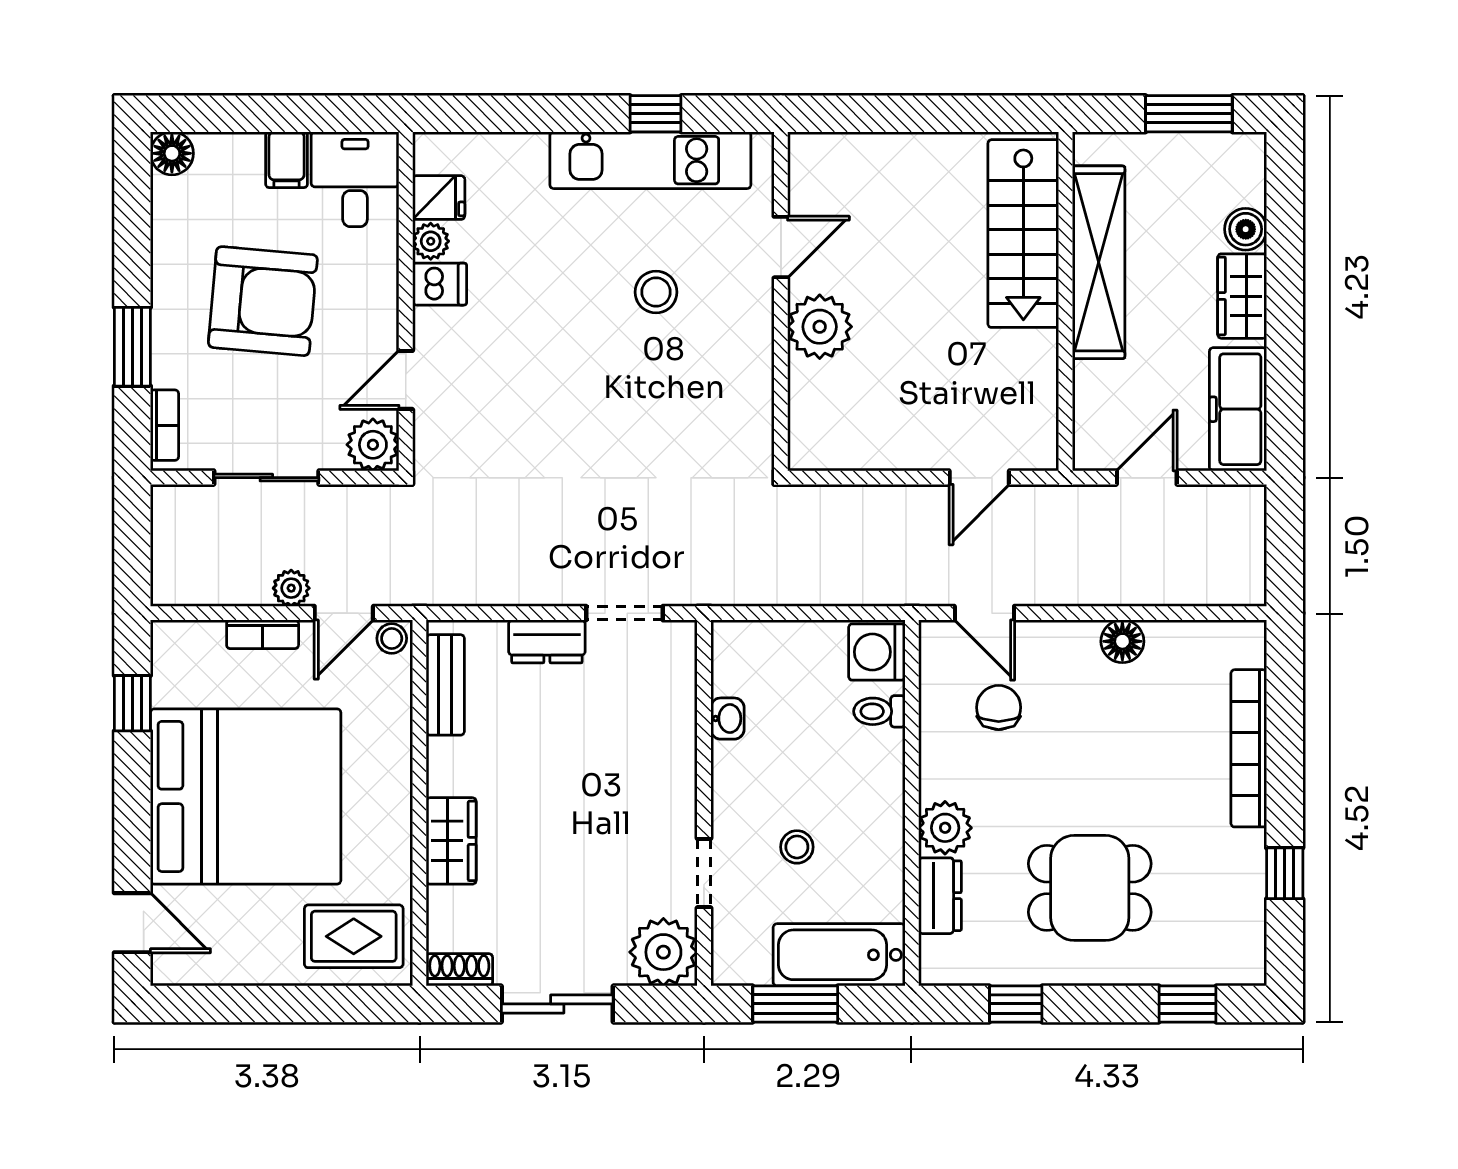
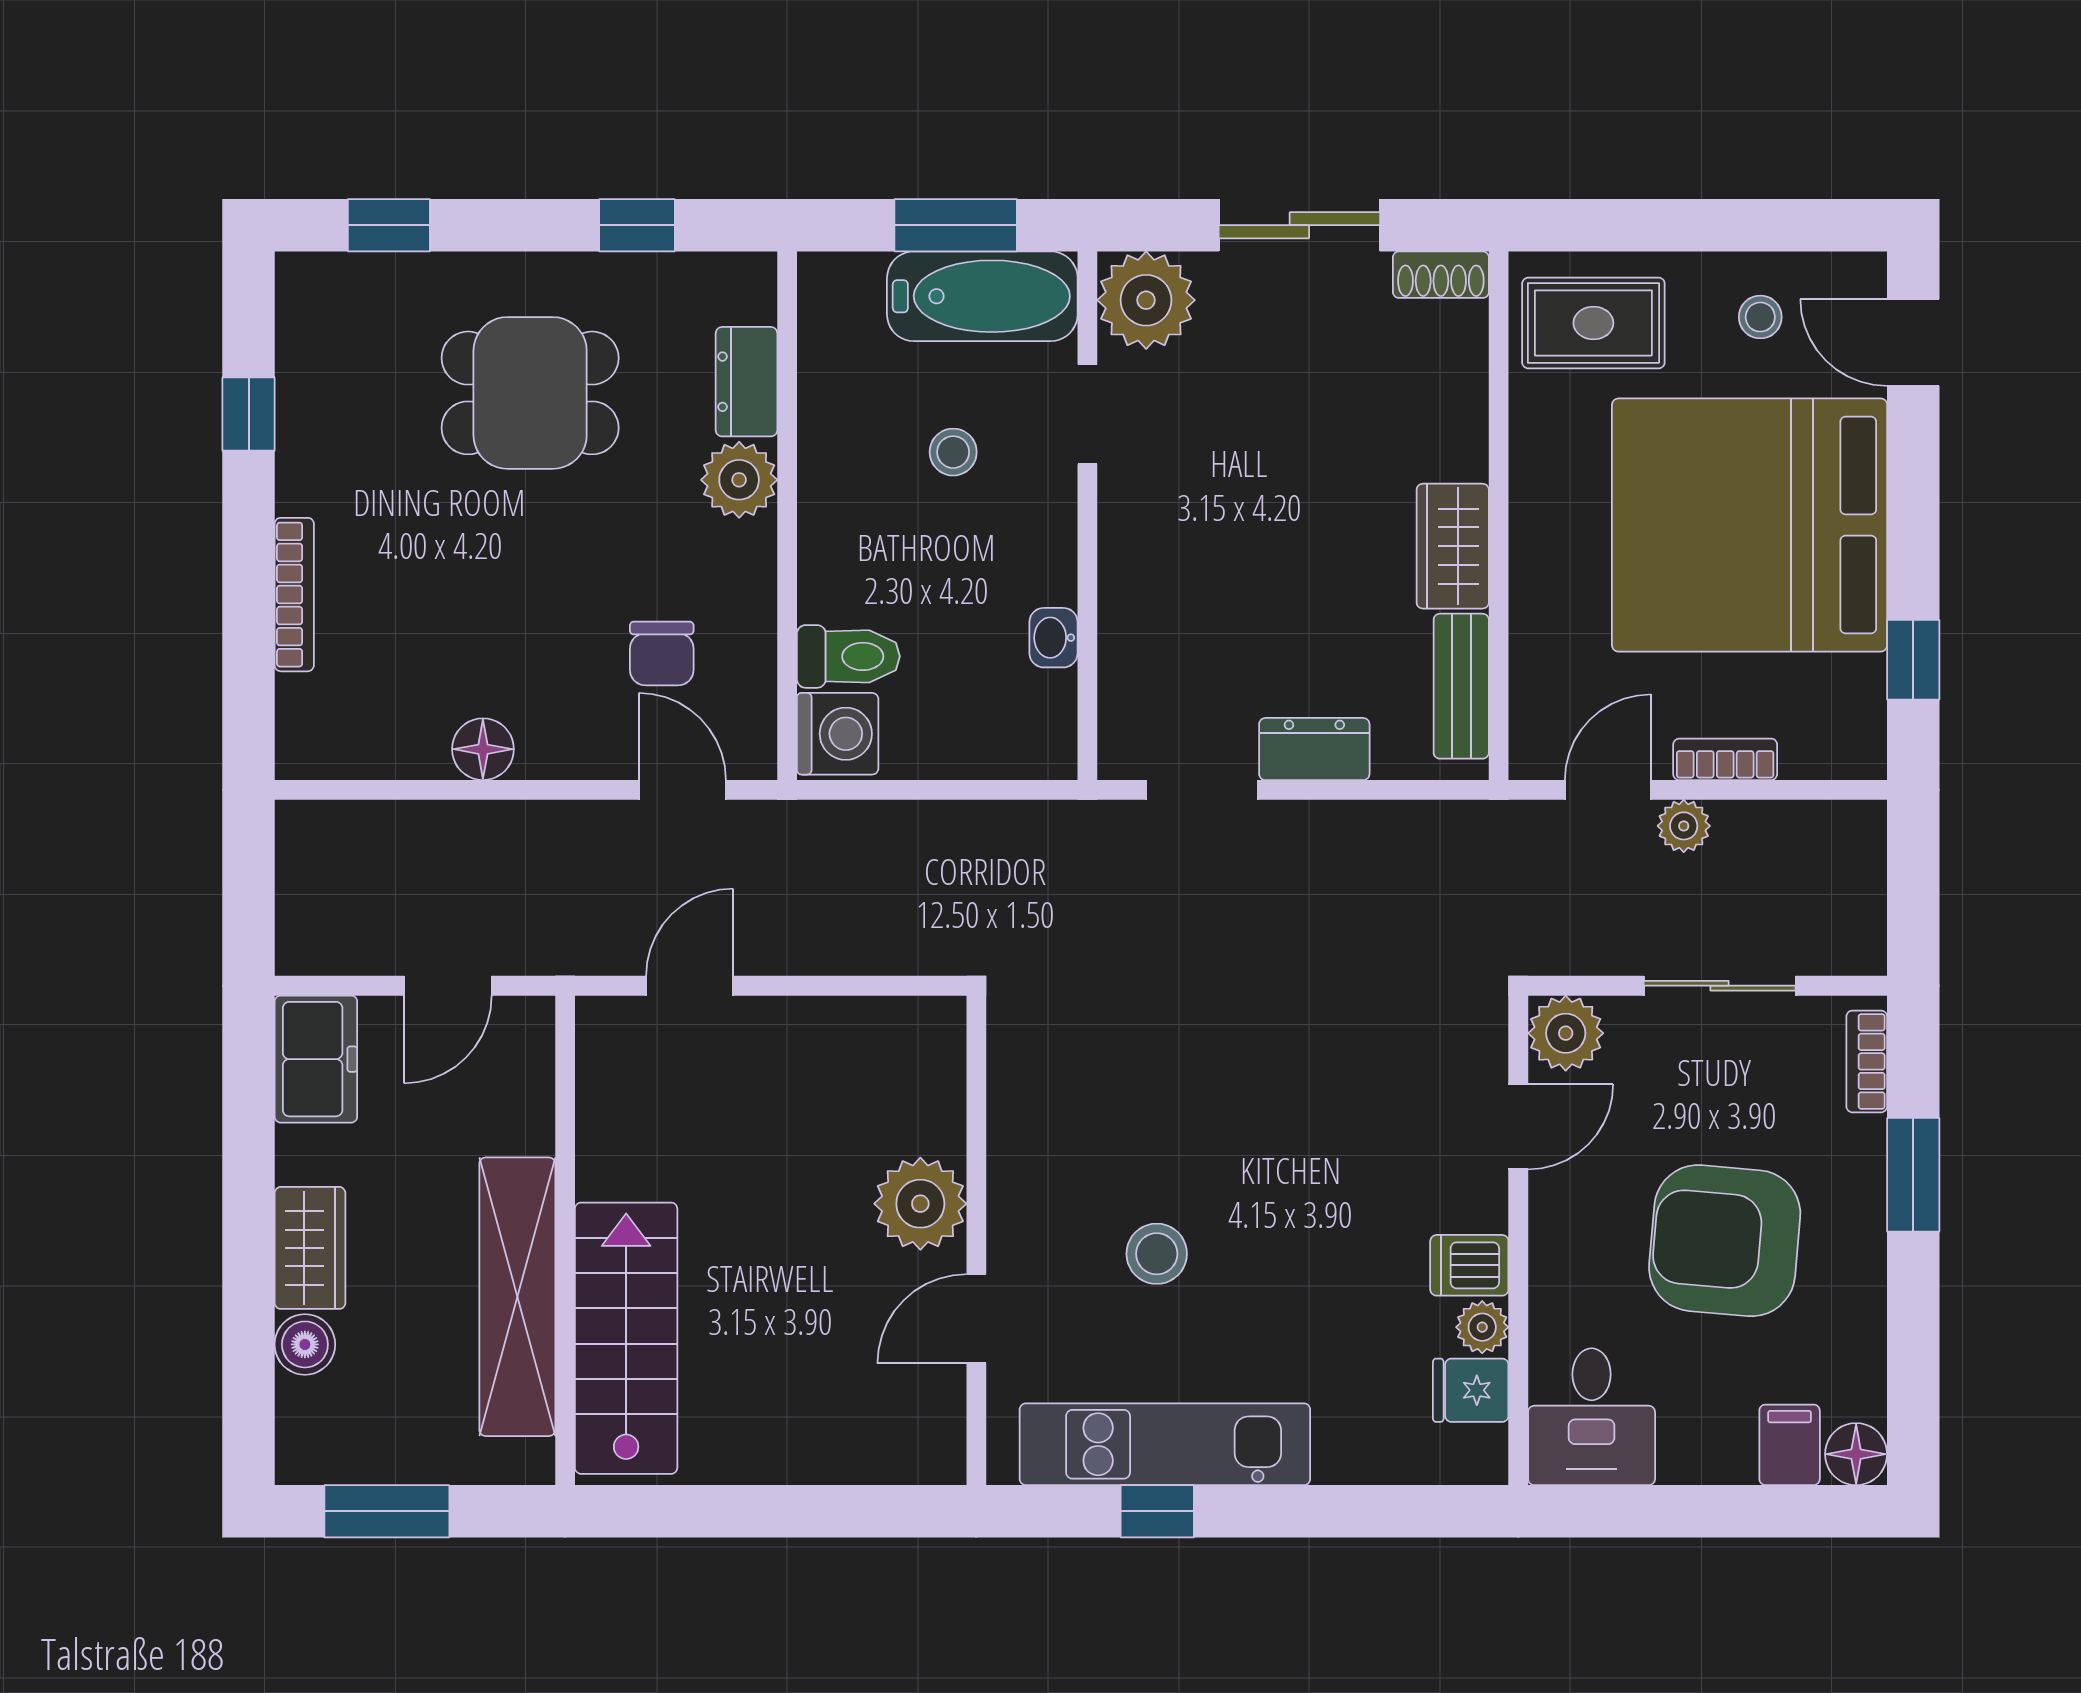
filing cabinet: (287, 160) -> (1790, 1445), moved
freezer: (1238, 409) -> (316, 1059), width x0.71
stool: (392, 638) -> (1760, 317), moved
toilet: (879, 711) -> (848, 656), width x1.37, depth x1.39
bookcase: (1249, 748) -> (294, 595), width x0.68, depth x0.76
wardrobe: (451, 841) -> (1453, 546), moved
bathtub: (839, 955) -> (982, 296), moved

